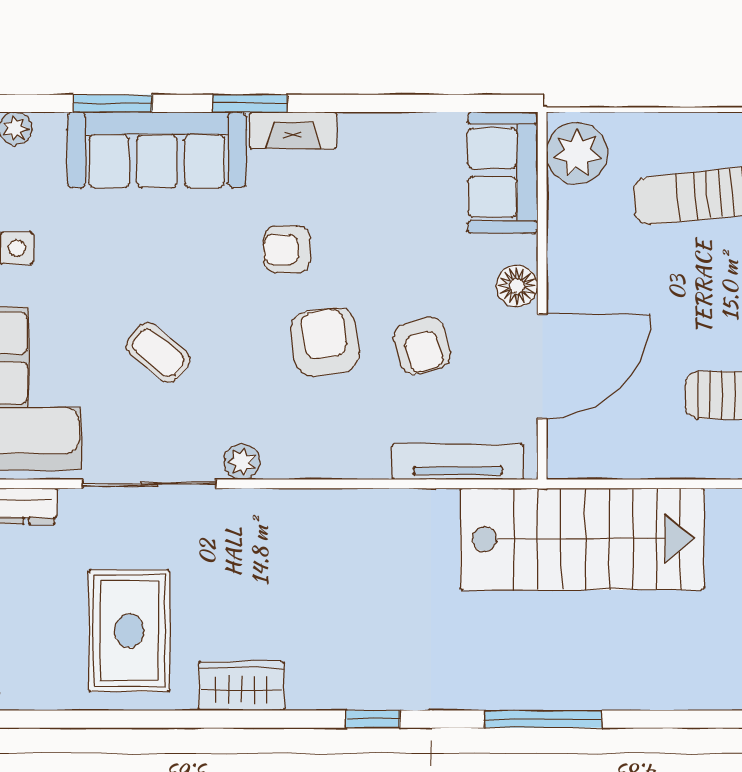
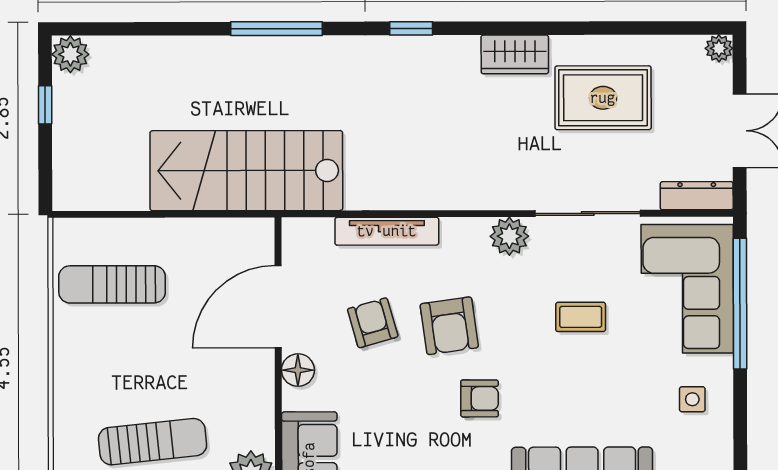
coffee table: (158, 353) -> (581, 317), turned -39
plant: (242, 462) -> (509, 236), width x1.38, depth x1.38
tv unit: (458, 462) -> (387, 231), moved
rug: (129, 631) -> (603, 98), turned 90

